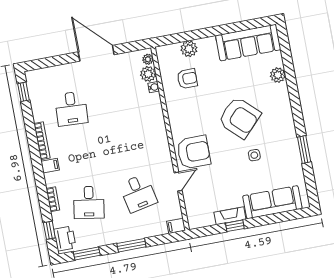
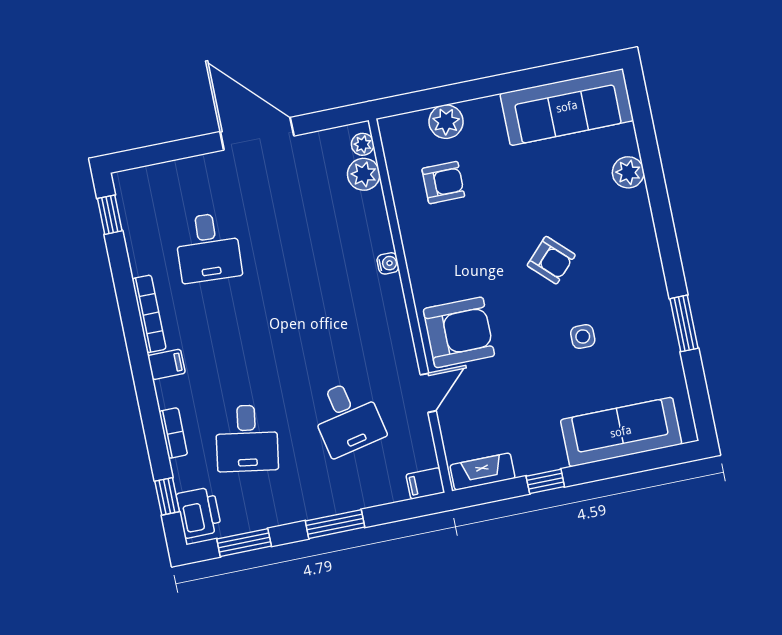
water cooler: (154, 87) -> (388, 263), moved
armchair: (239, 117) -> (551, 260), width x0.53, depth x0.53
fireplace: (230, 216) -> (483, 472), moved

